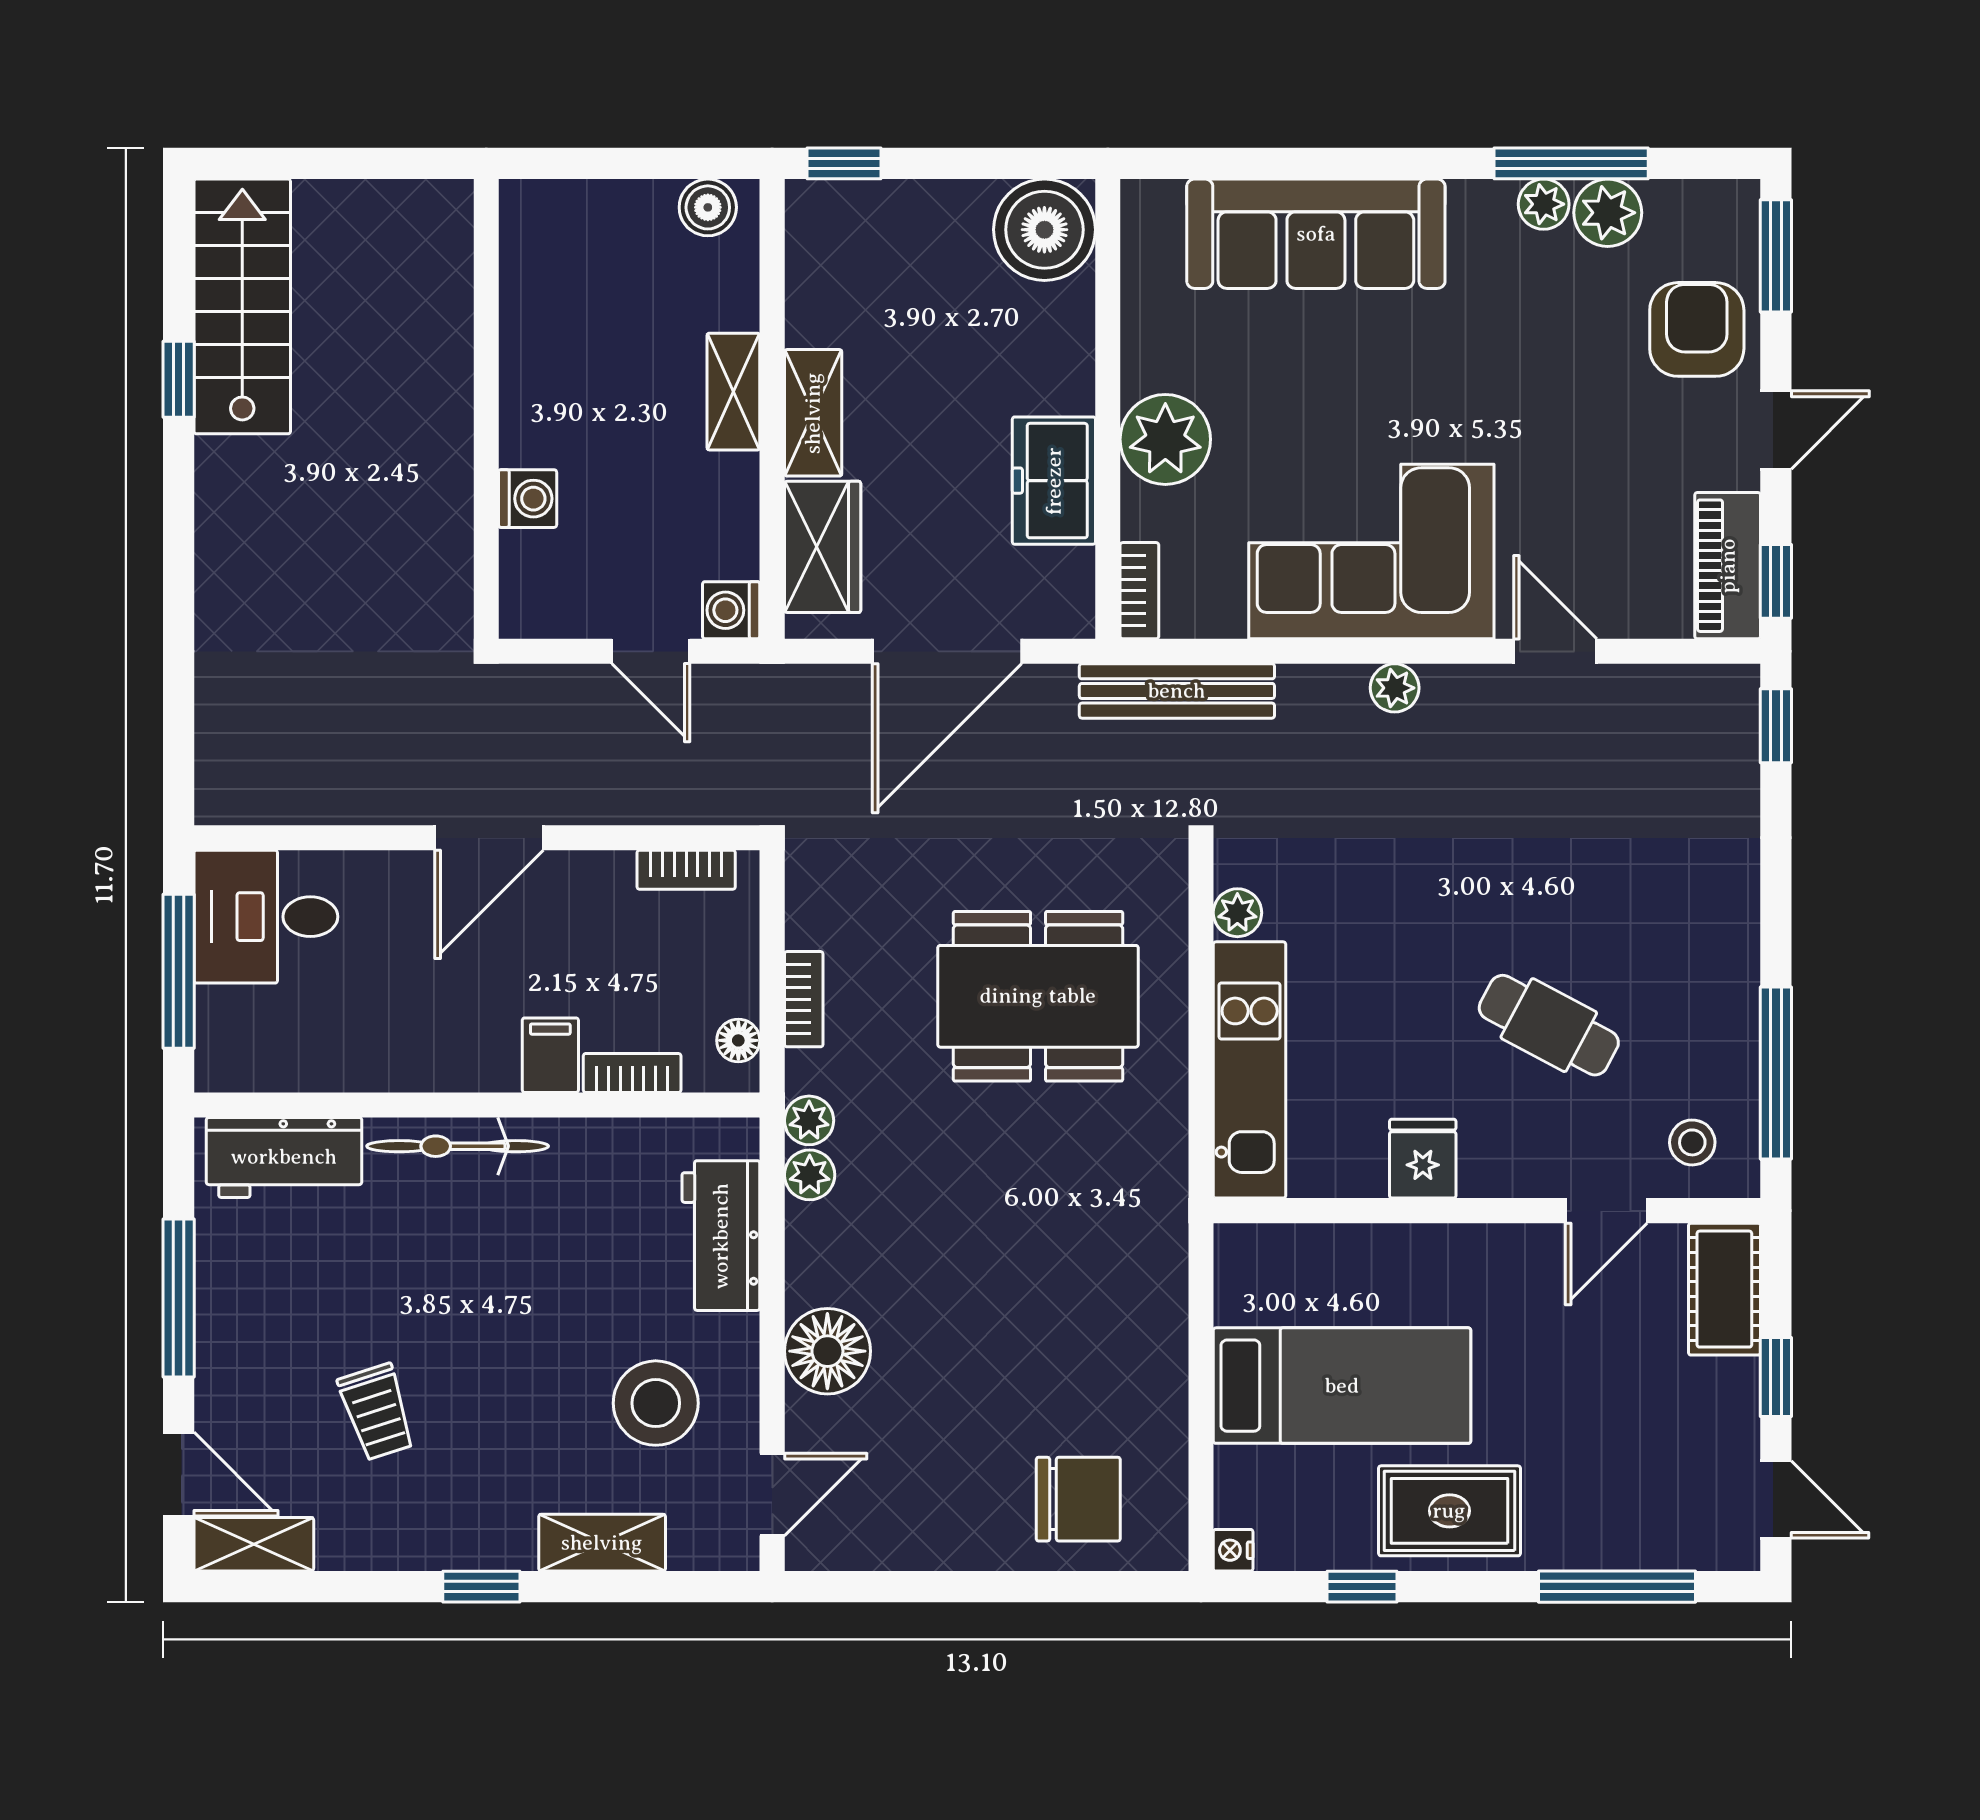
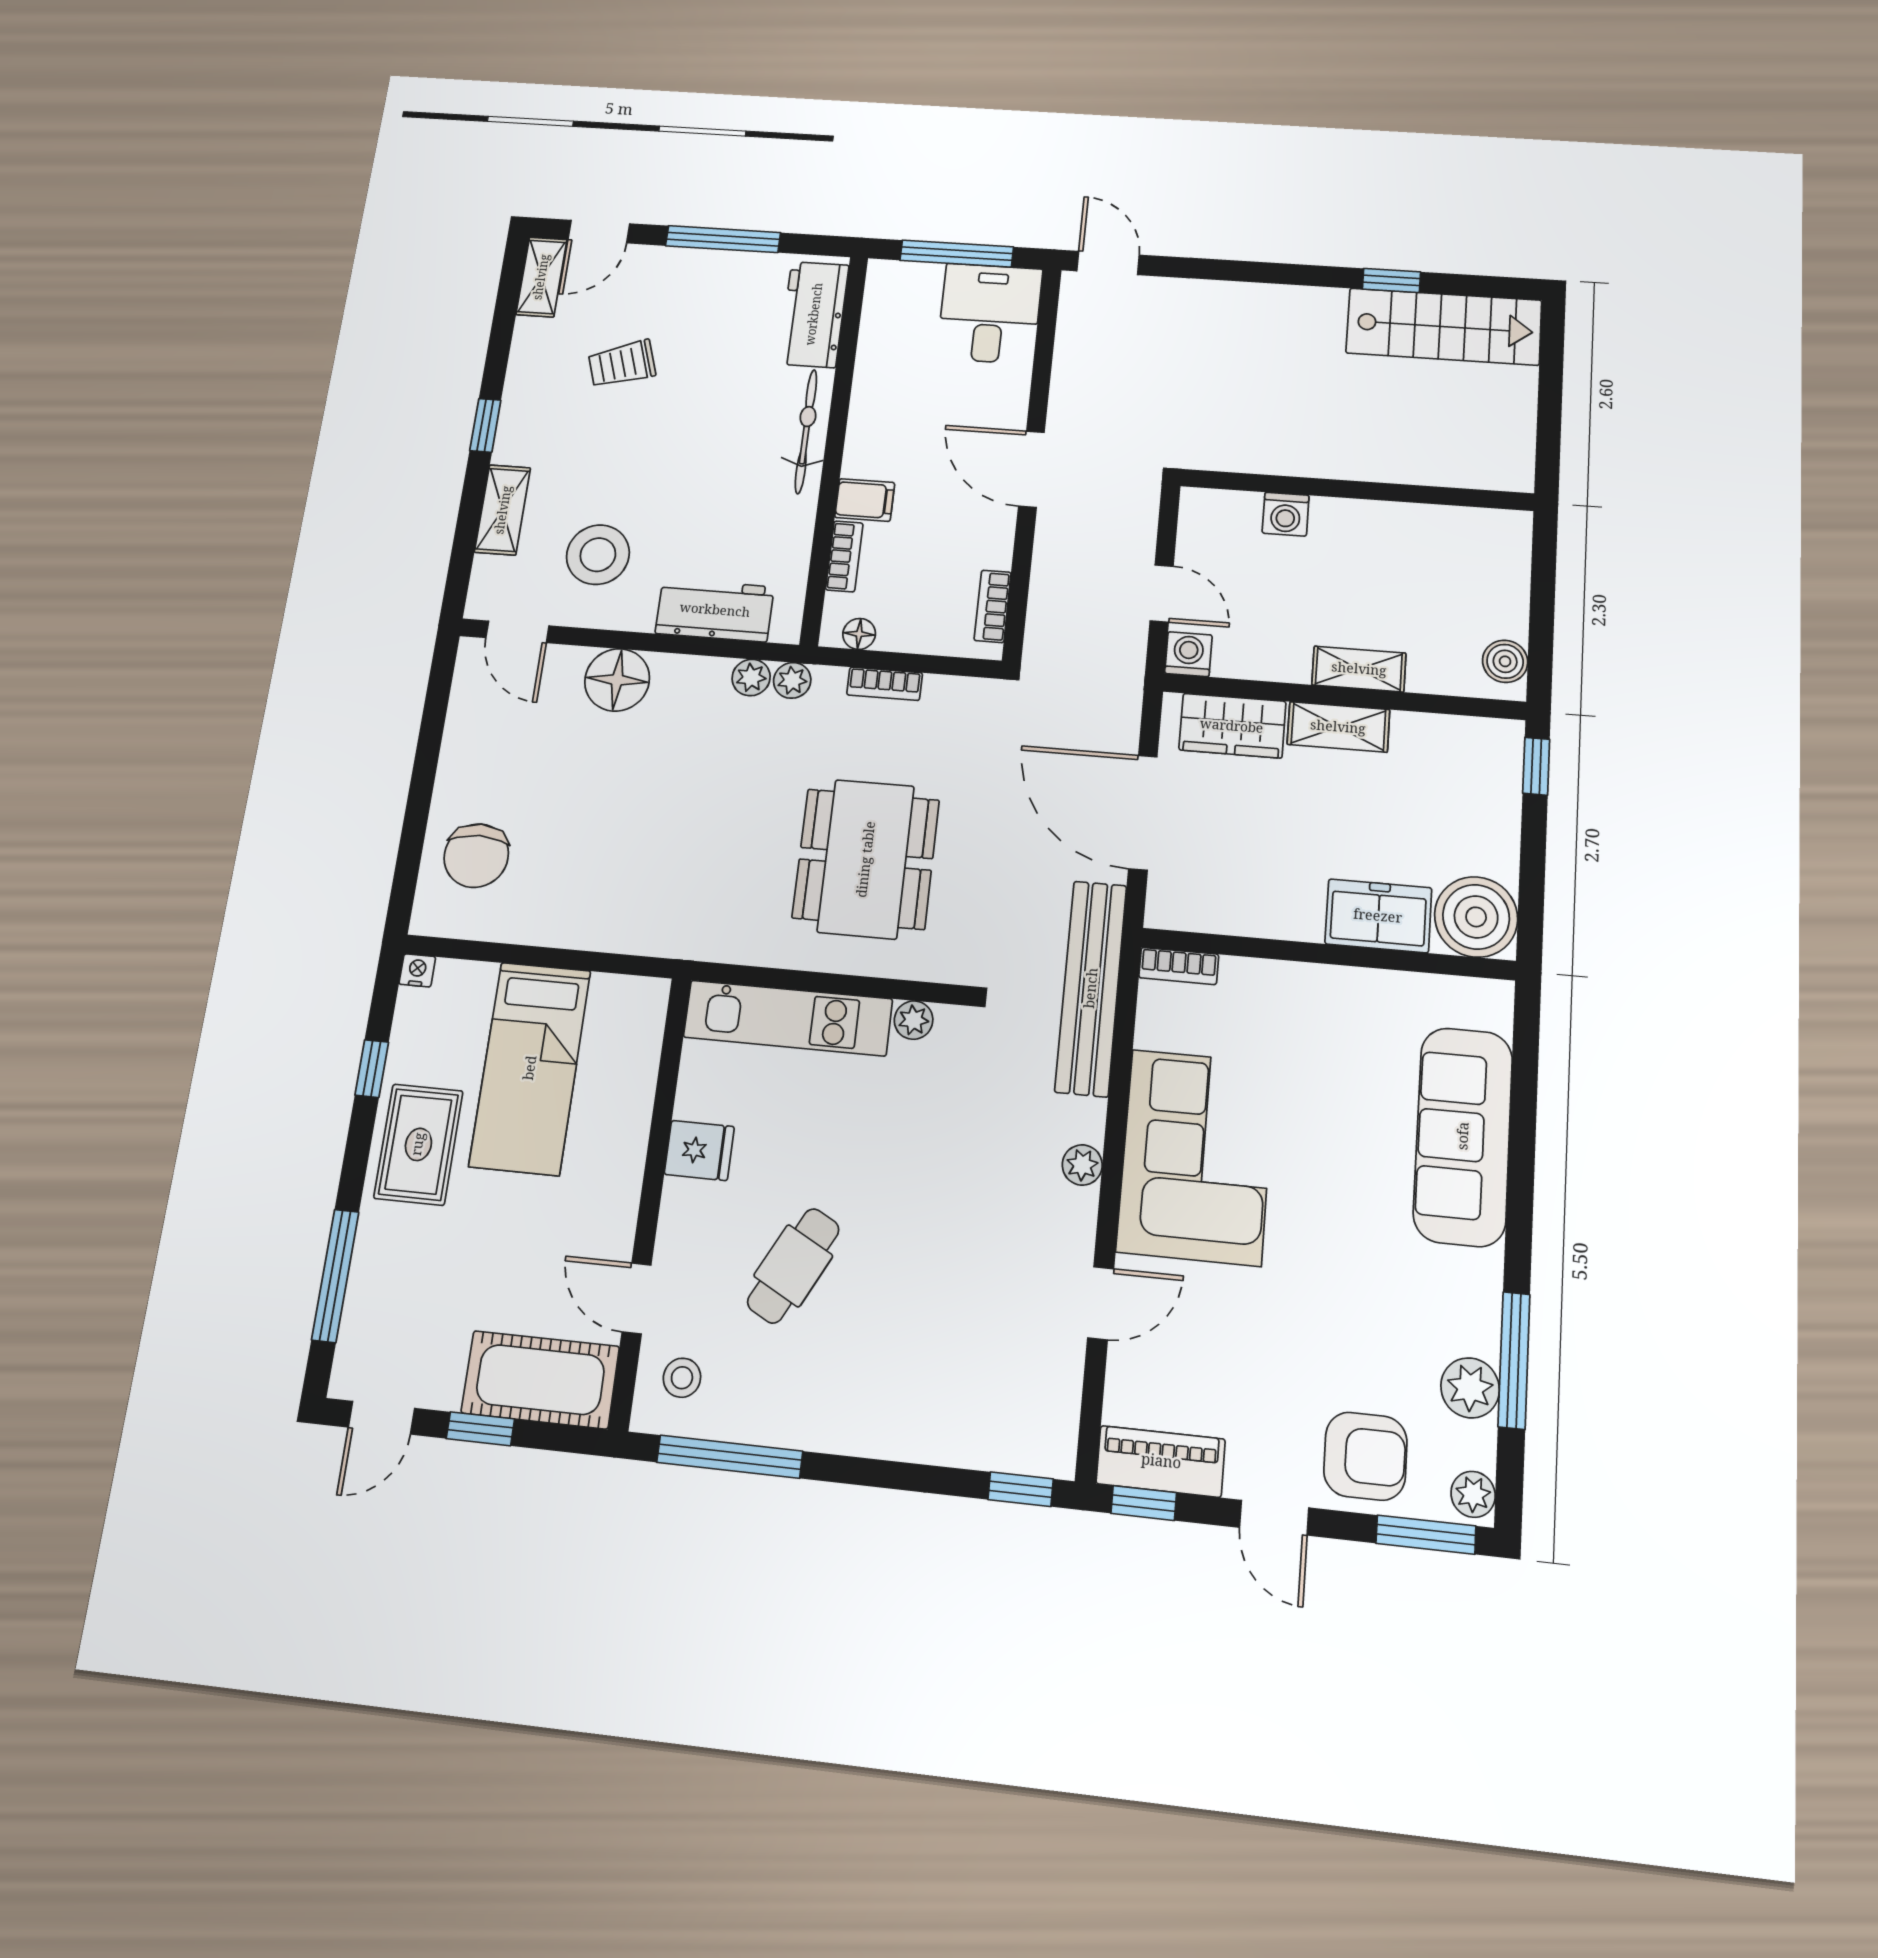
plant: (1544, 204) -> (1473, 1494), moved
plant: (1165, 439) -> (1300, 998), removed
freezer: (1054, 481) -> (1378, 916), moved
door: (651, 651) -> (1162, 594), swing flipped
bench: (1177, 691) -> (1091, 988), width x1.37, depth x1.21
door: (179, 763) -> (1108, 263), added
cot: (1724, 1289) -> (540, 1380), width x1.37, depth x1.34

